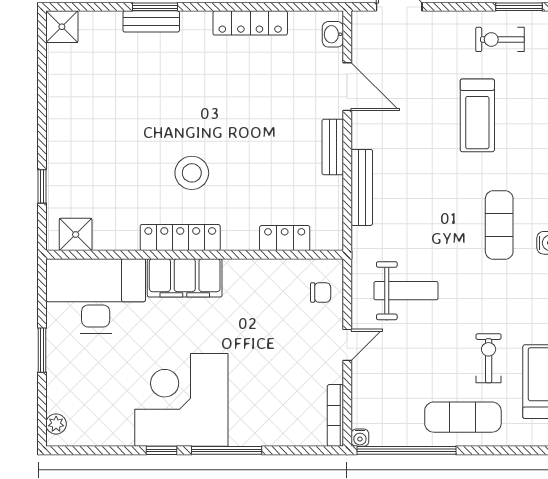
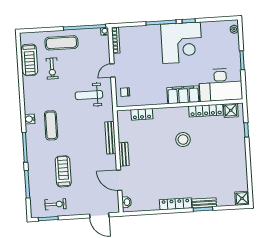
locker: (250, 23) -> (176, 204), moved
locker: (180, 238) -> (206, 111), moved

